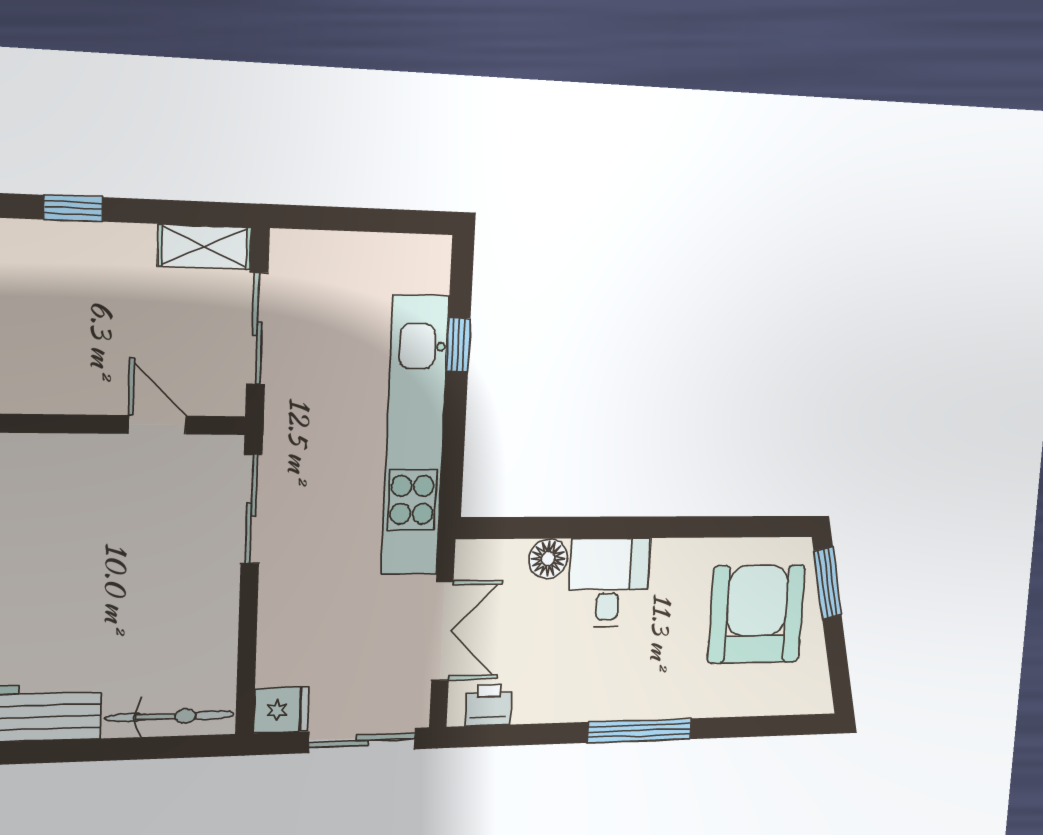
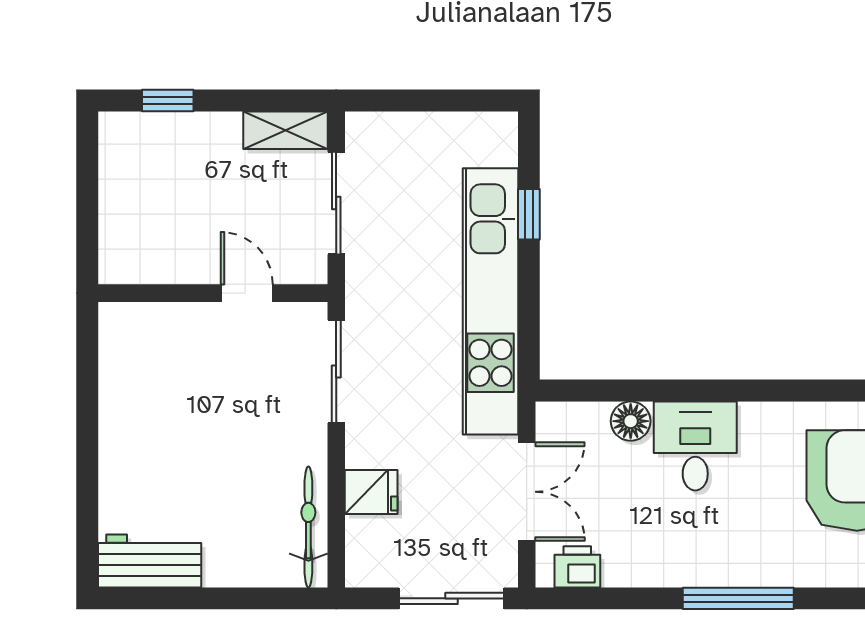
fridge: (281, 710) -> (371, 492), moved
bicycle: (170, 716) -> (308, 527), moved, turned -90

